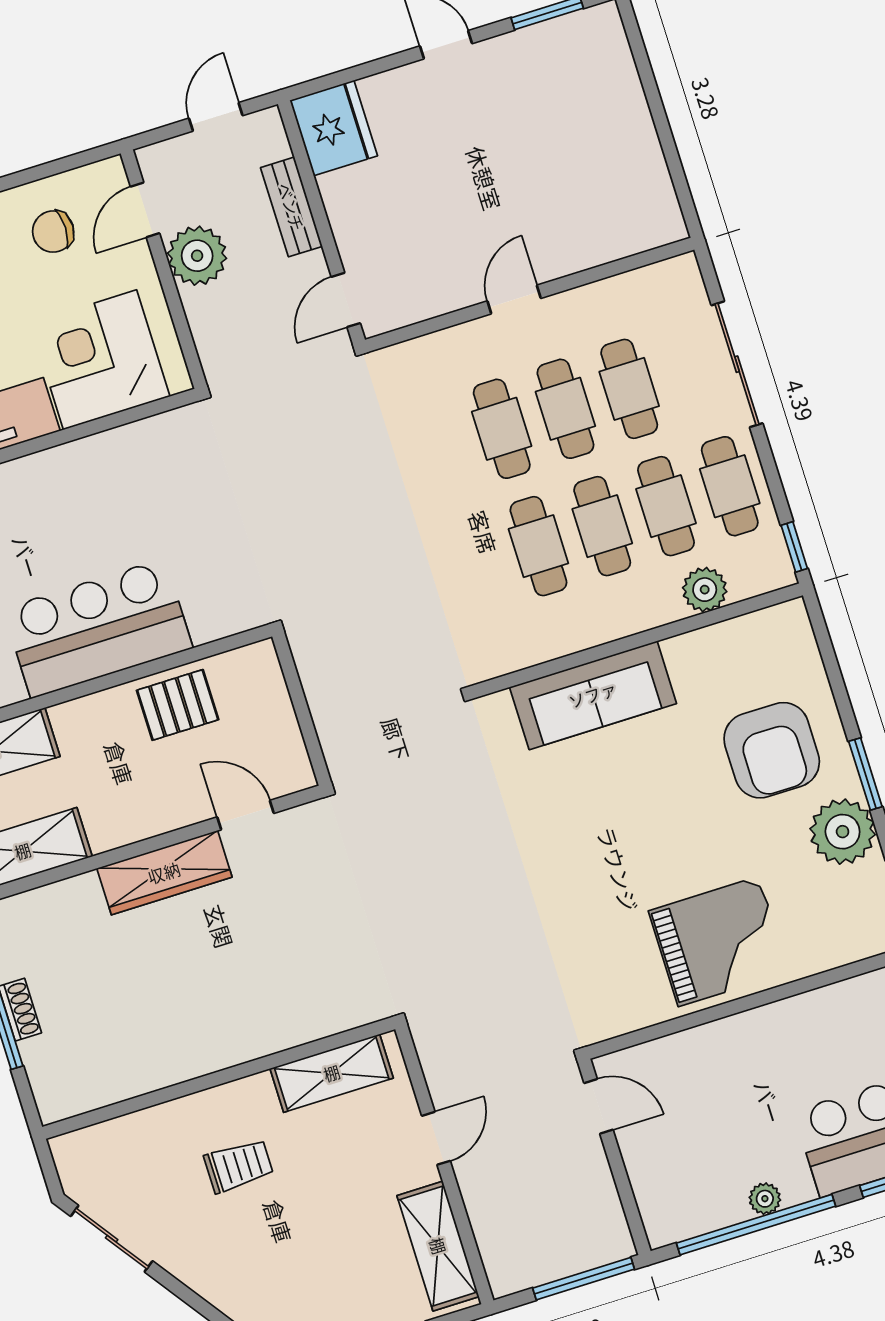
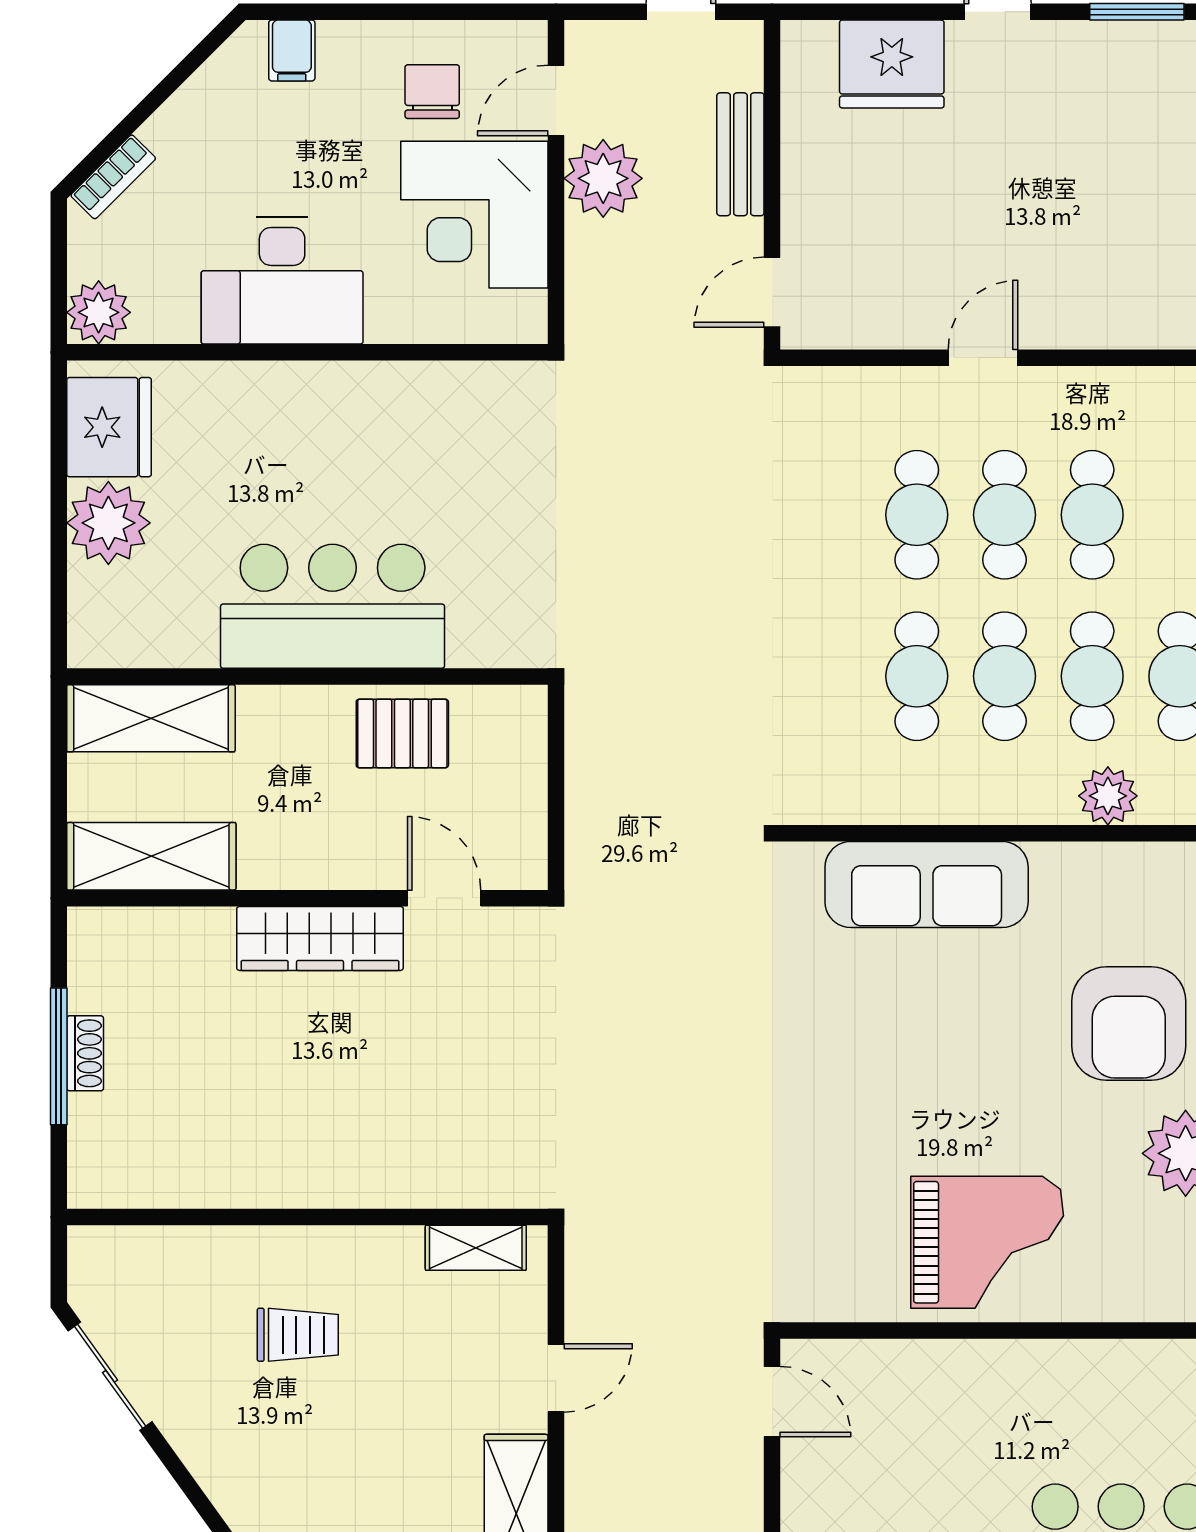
fridge: (334, 128) -> (892, 64), moved, turned 90
chair: (53, 232) -> (432, 92), turned 90
corner desk: (100, 360) -> (474, 215), moved, turned -90
shelving: (332, 1073) -> (476, 1248), width x0.67, depth x0.75

